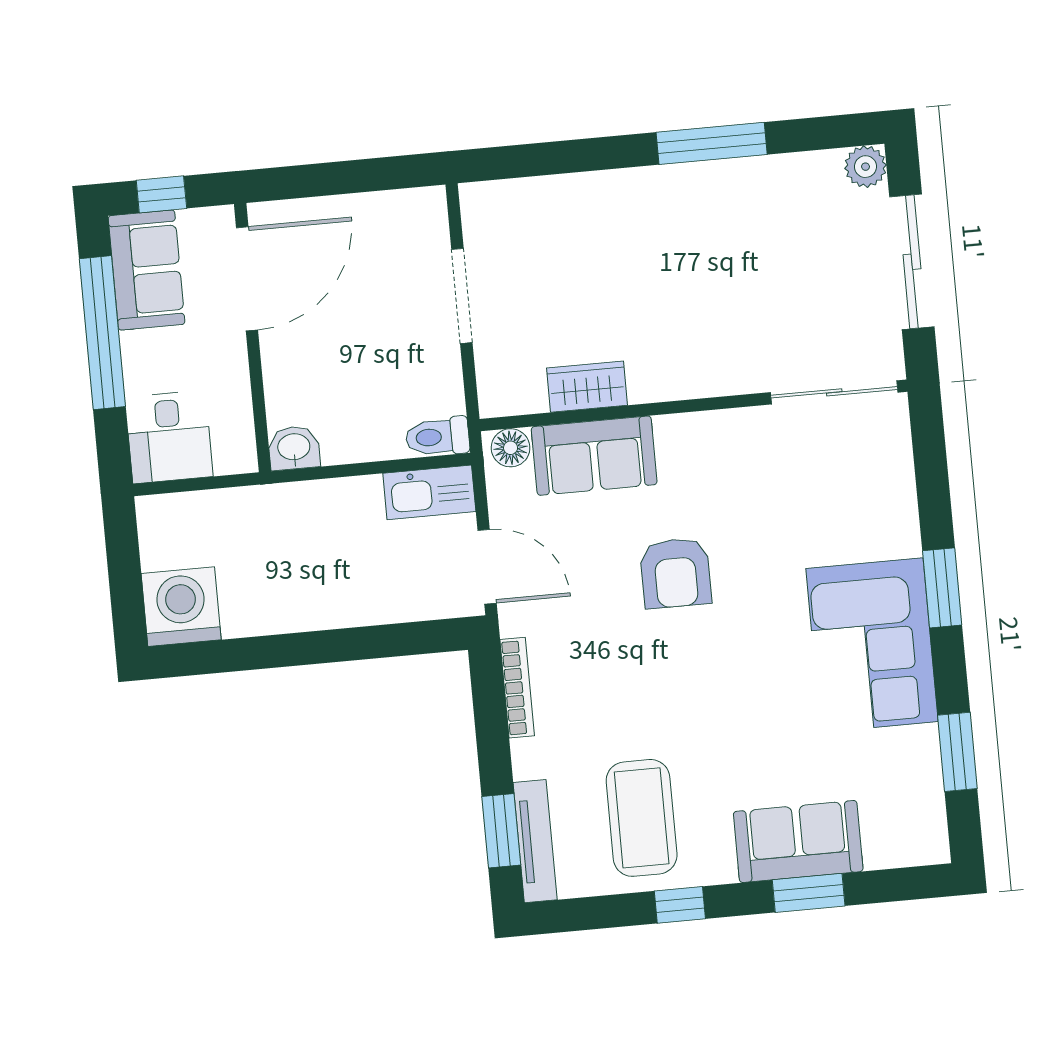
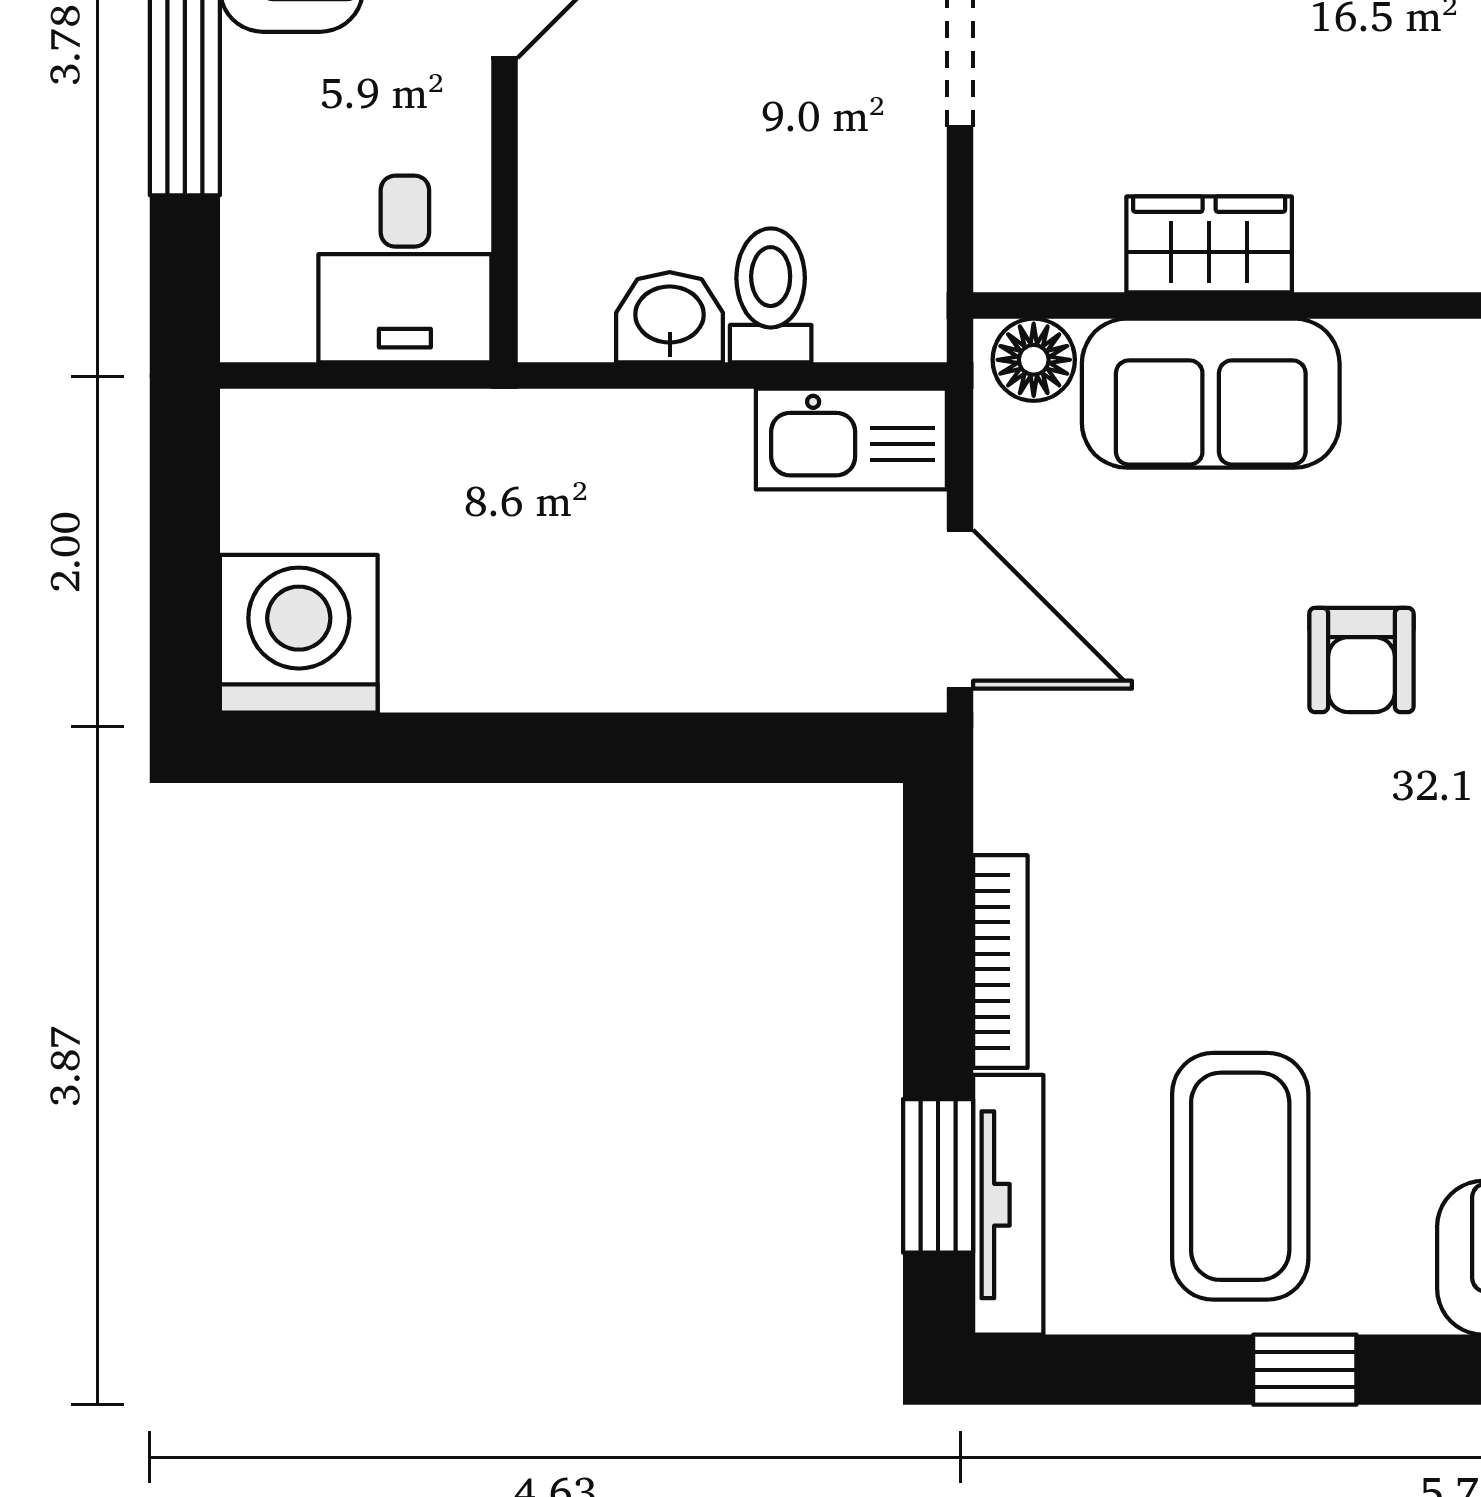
desk: (169, 437) -> (405, 269), moved
toilet: (437, 437) -> (771, 295), moved, turned 90
washbasin: (294, 448) -> (670, 317), moved
armchair: (676, 573) -> (1361, 660), width x0.72, depth x0.72
bookcase: (517, 688) -> (1000, 962), moved

